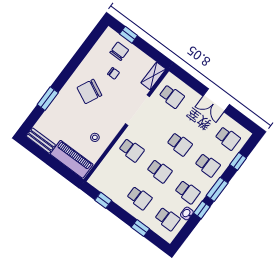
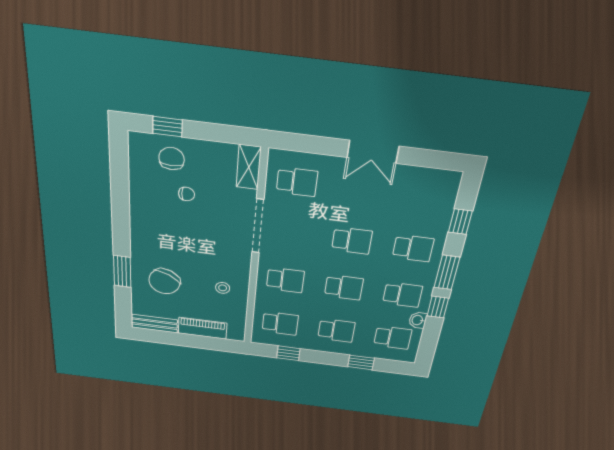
chair: (89, 91) -> (164, 281), moved
school desk: (228, 138) -> (280, 323), moved
piano: (72, 159) -> (203, 328), width x0.73, depth x0.75

